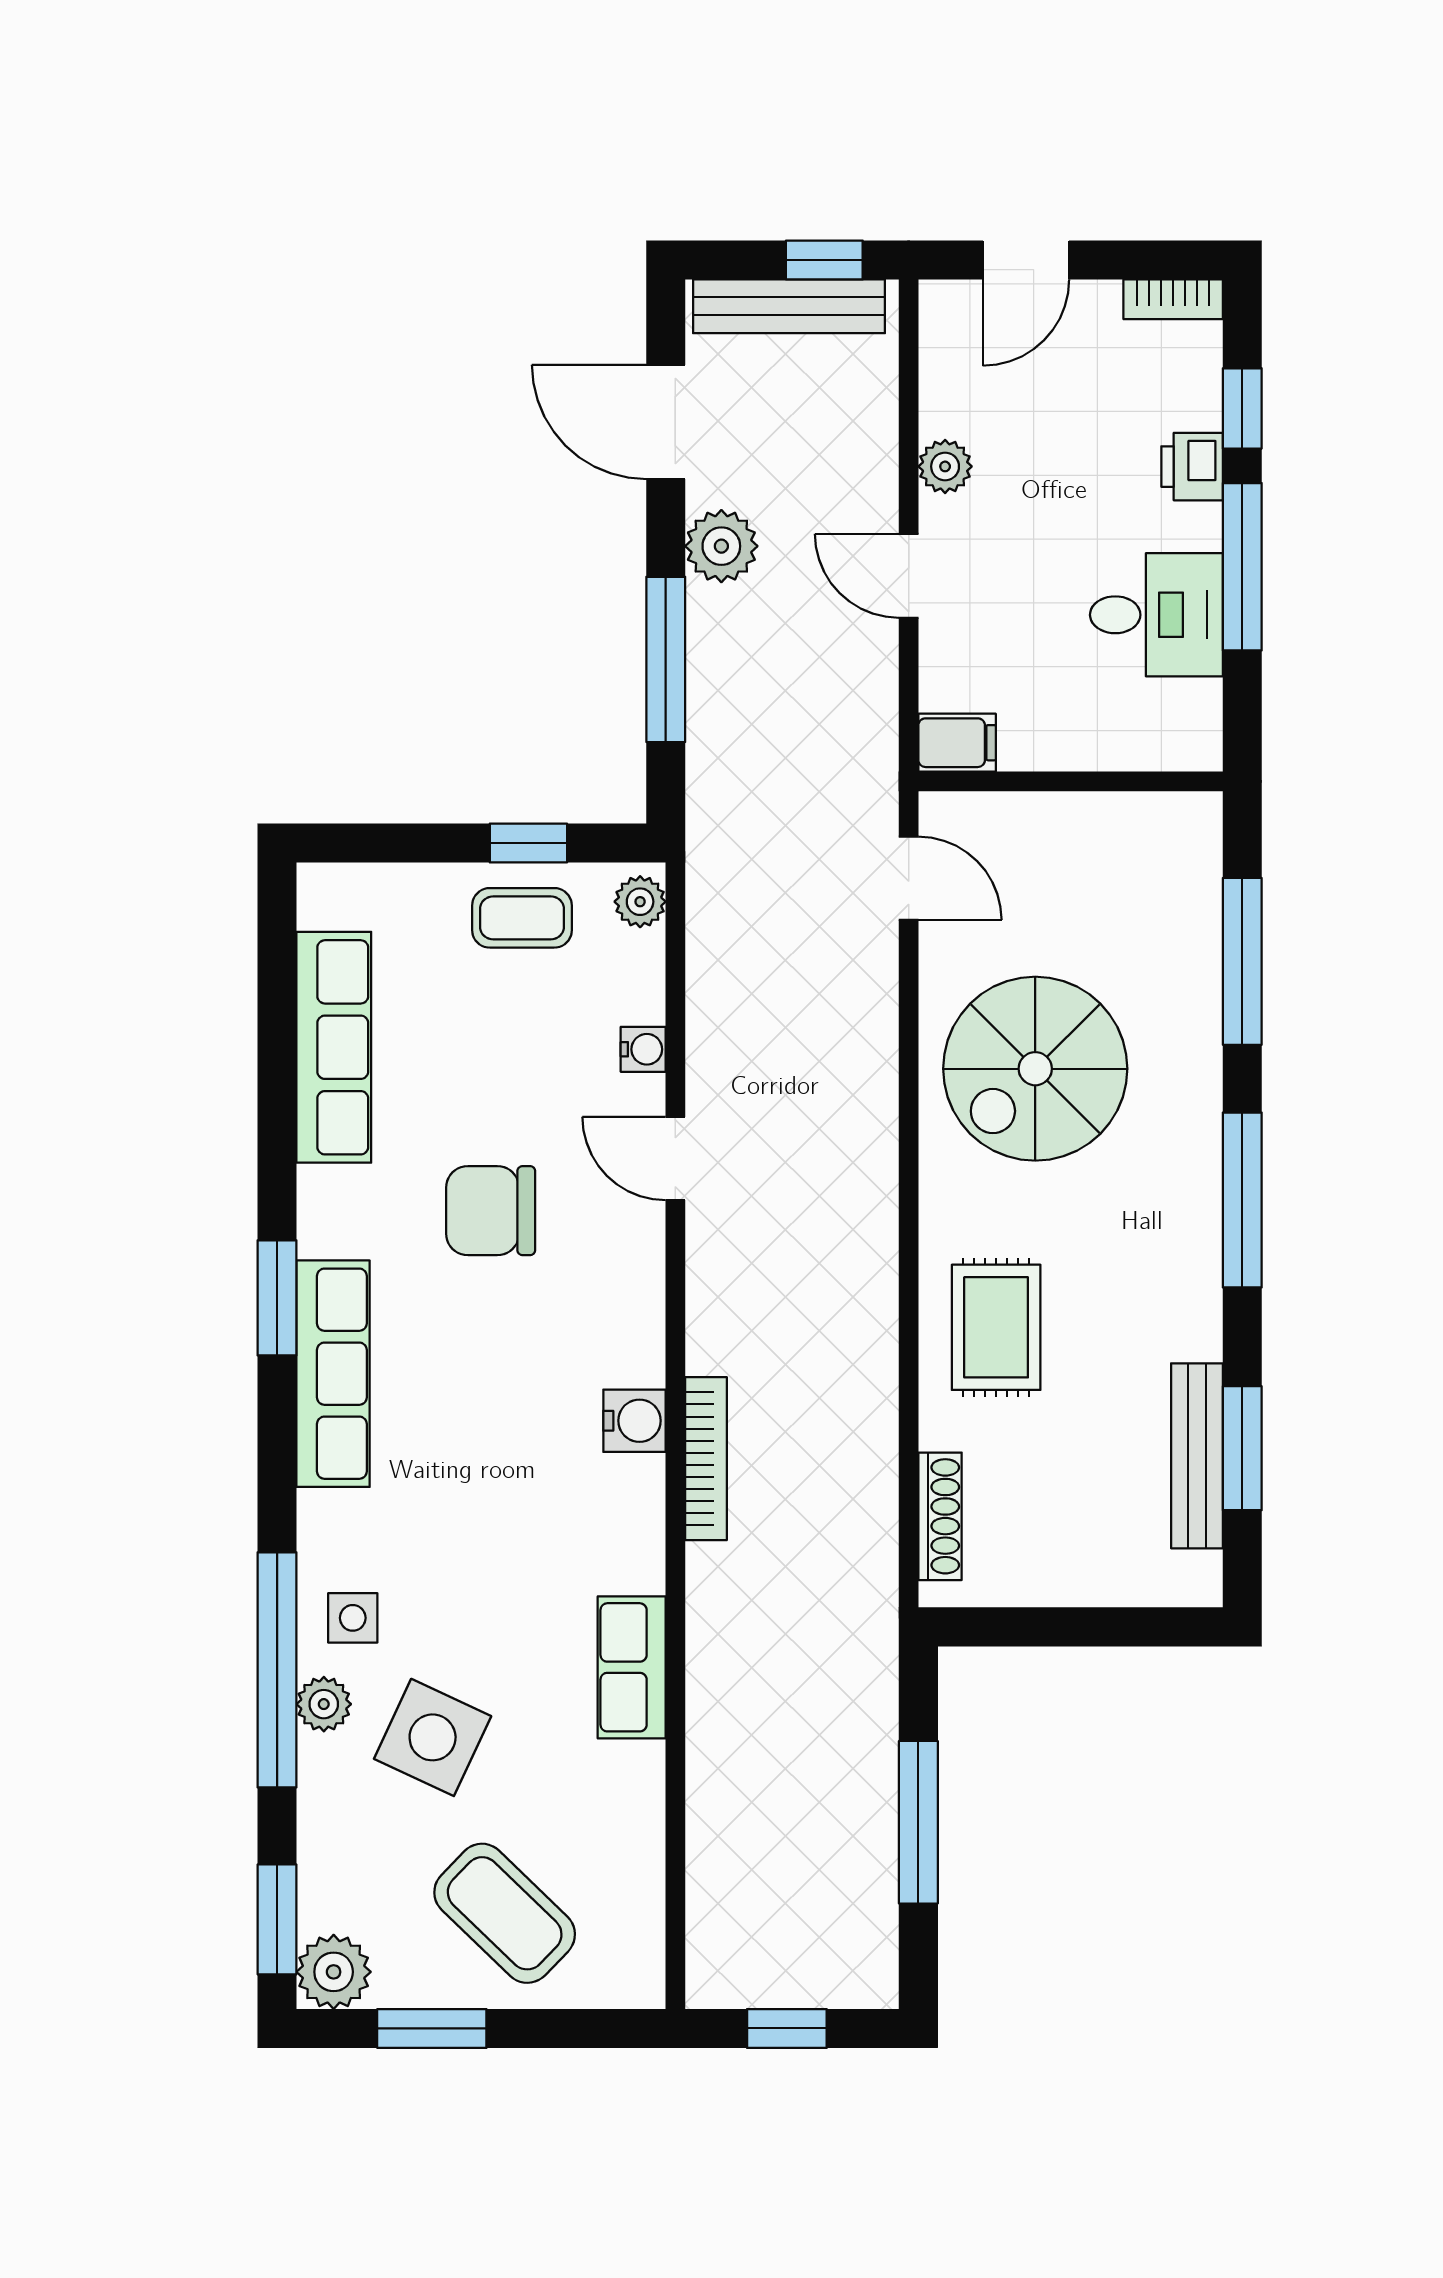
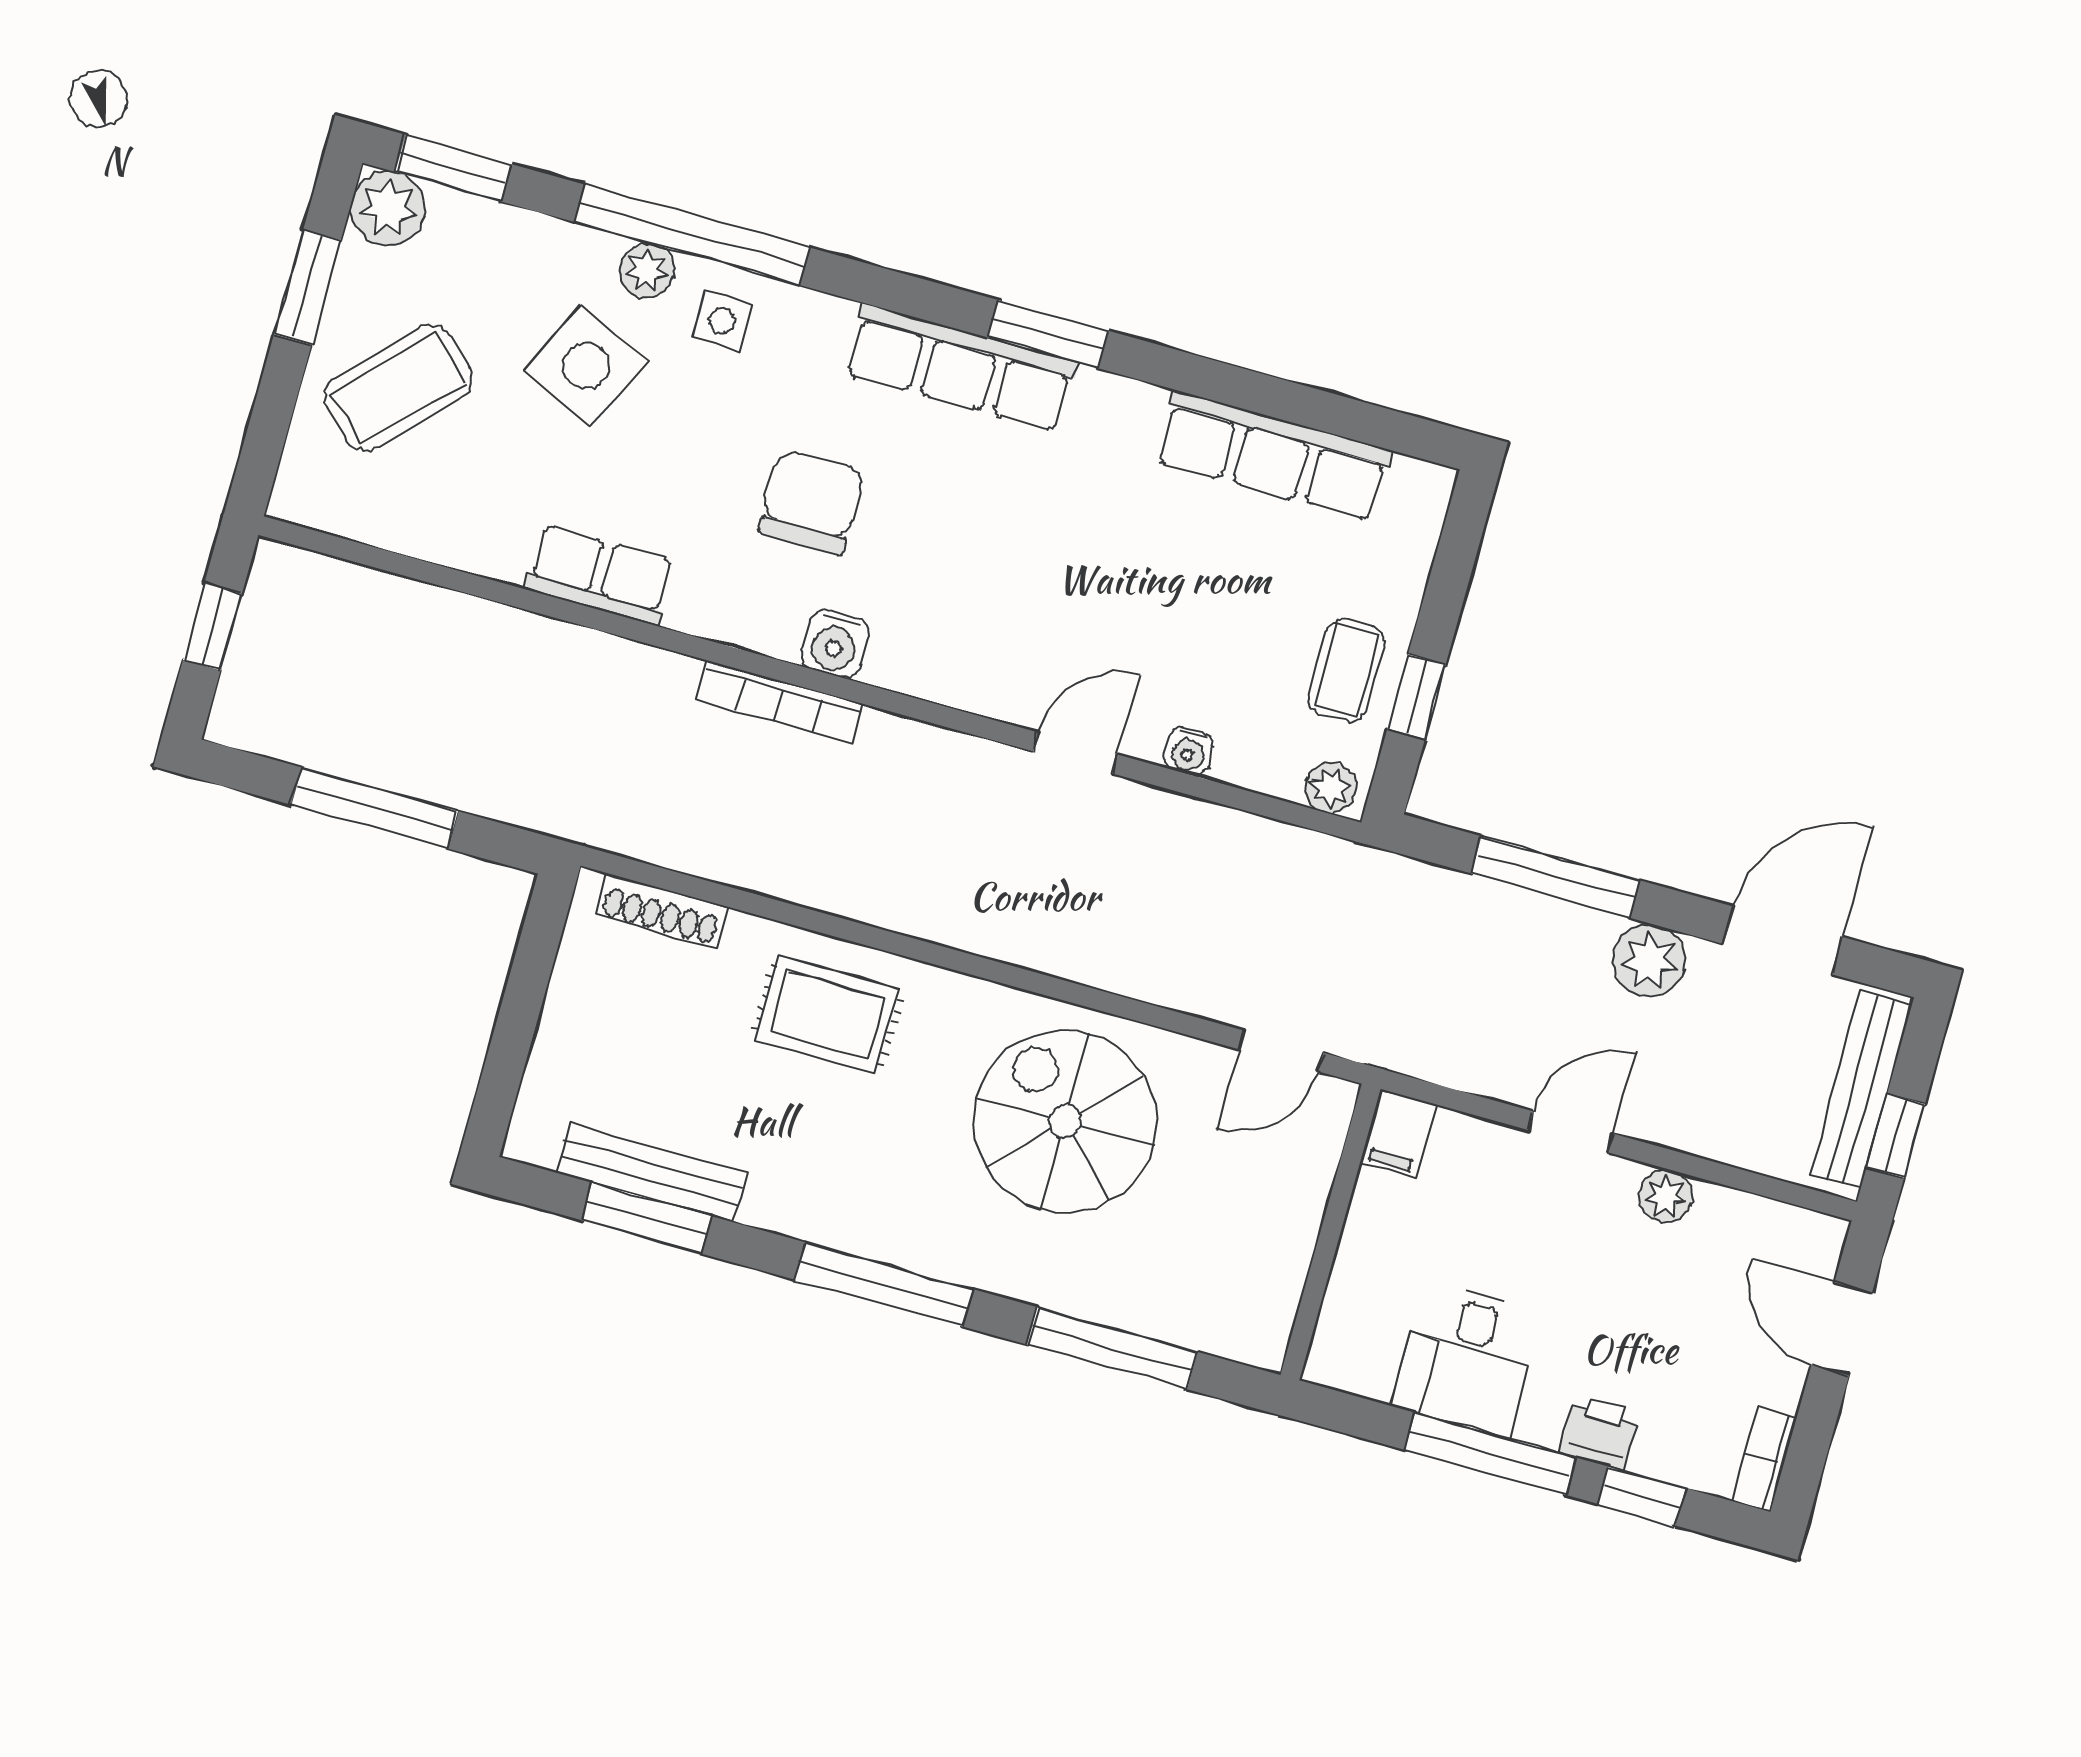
chair: (491, 1211) -> (812, 502), moved

